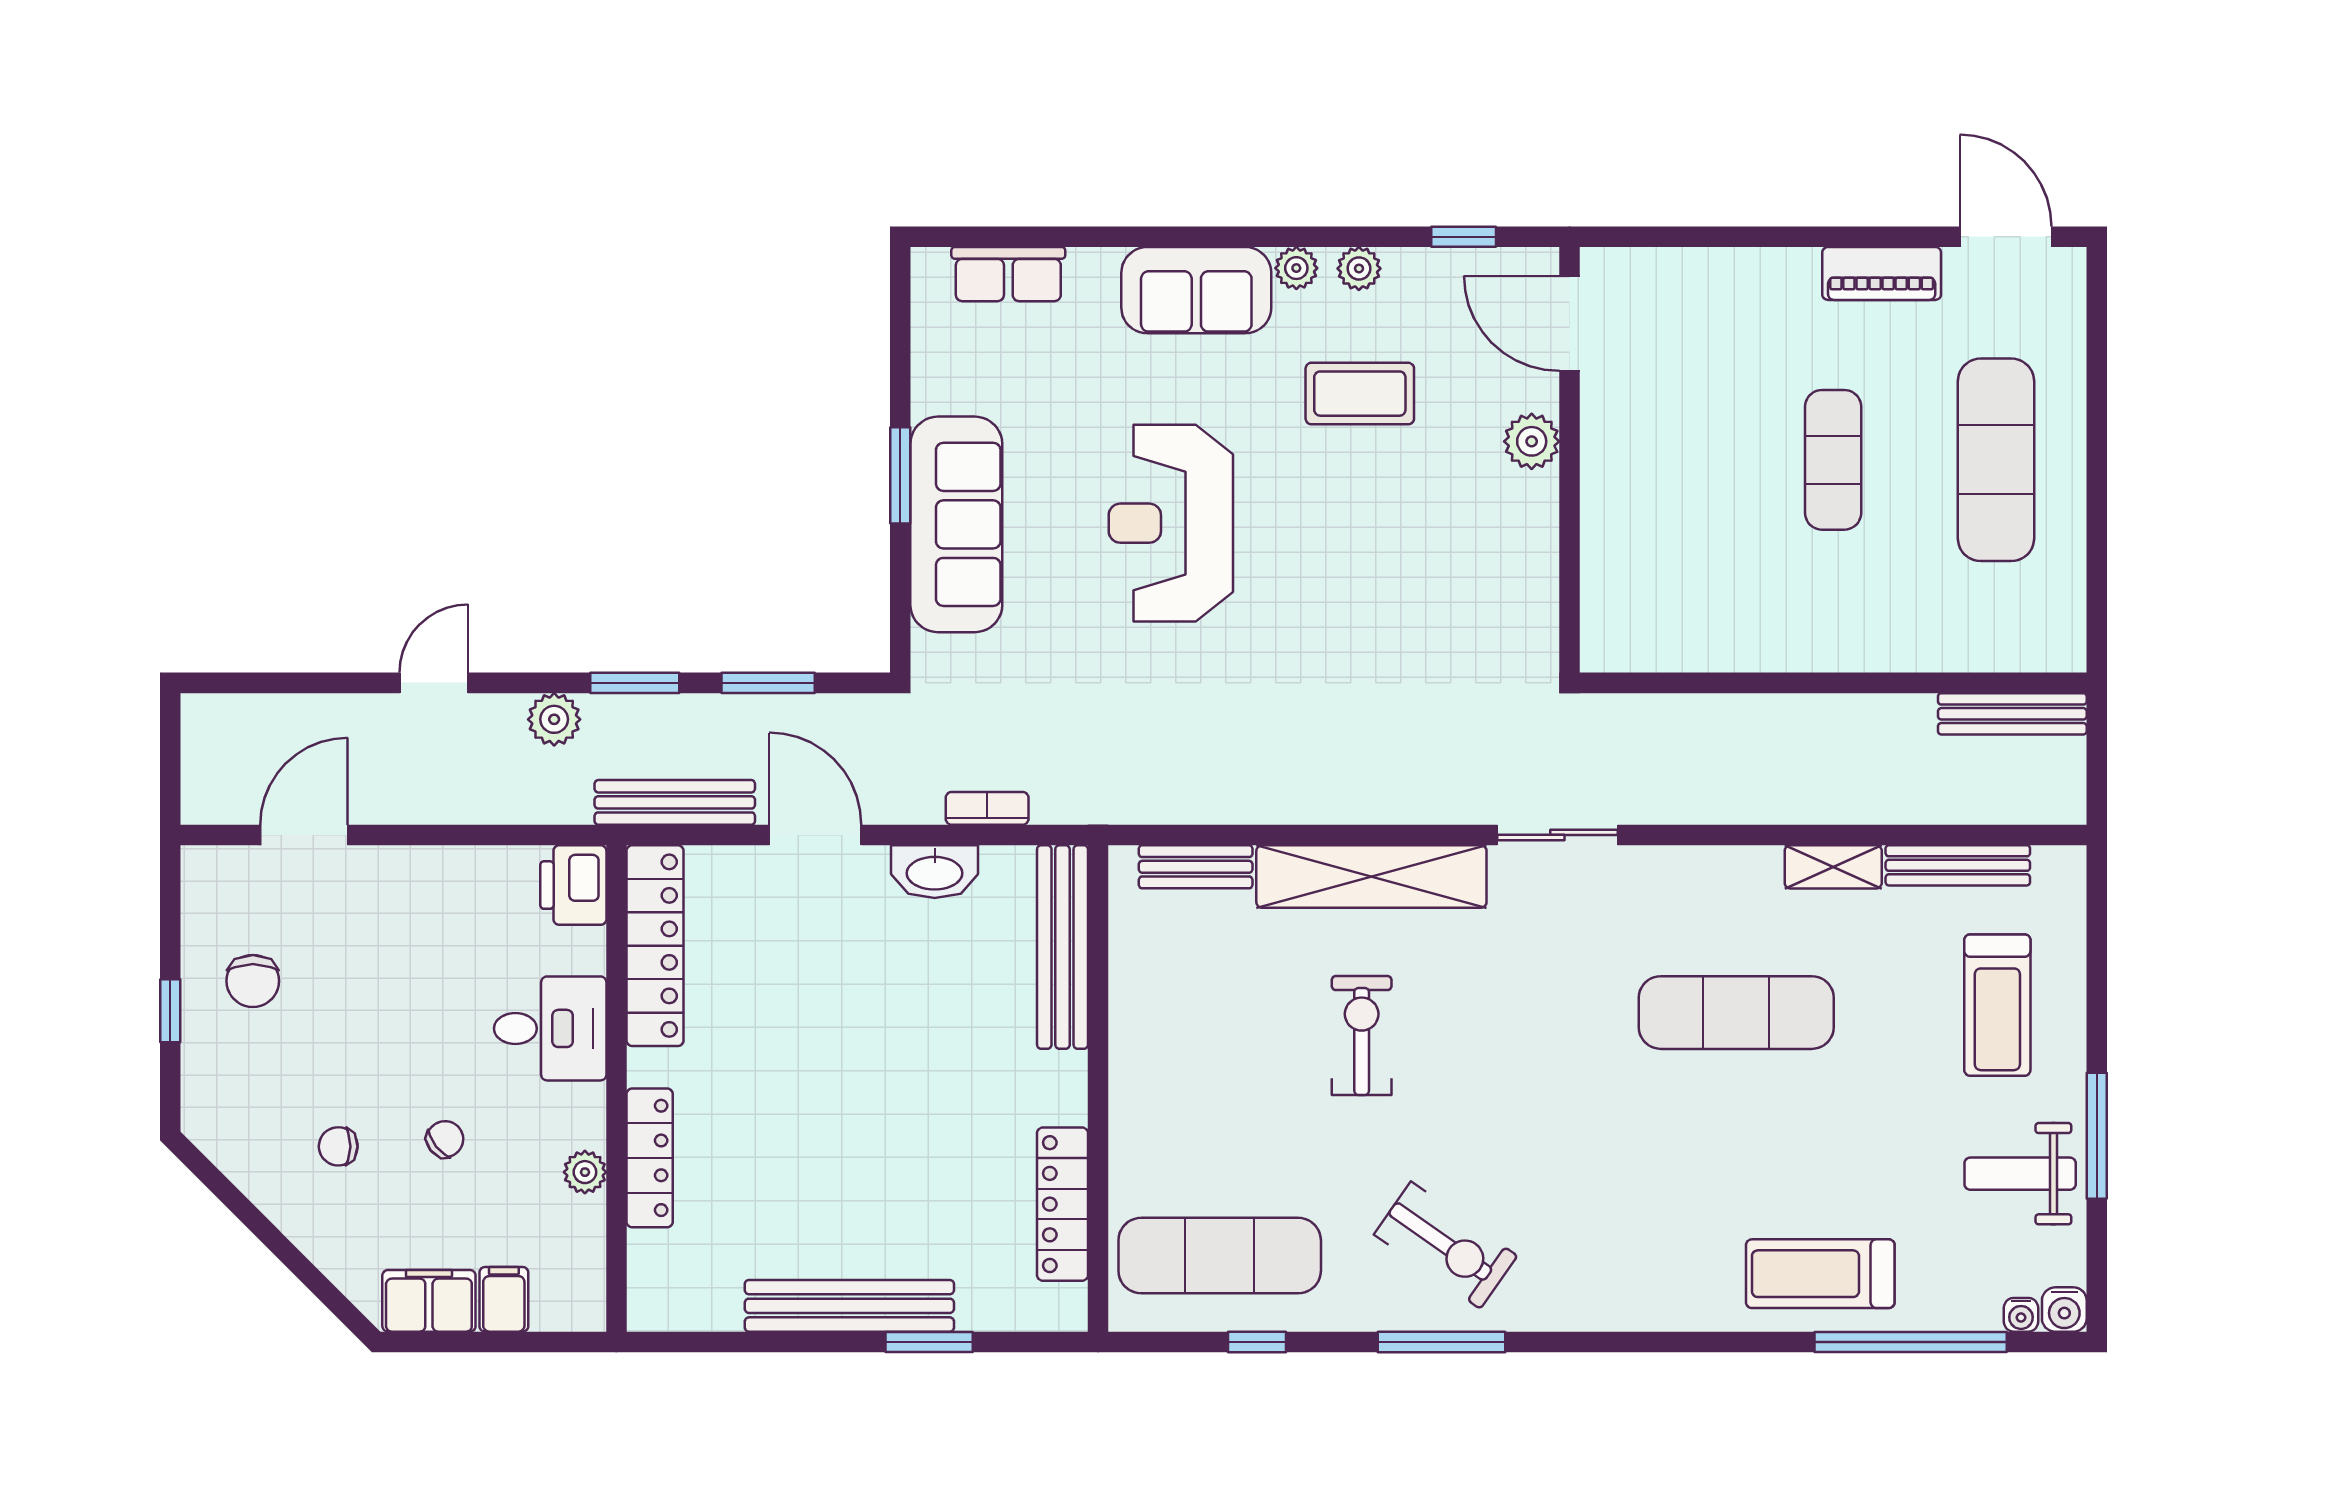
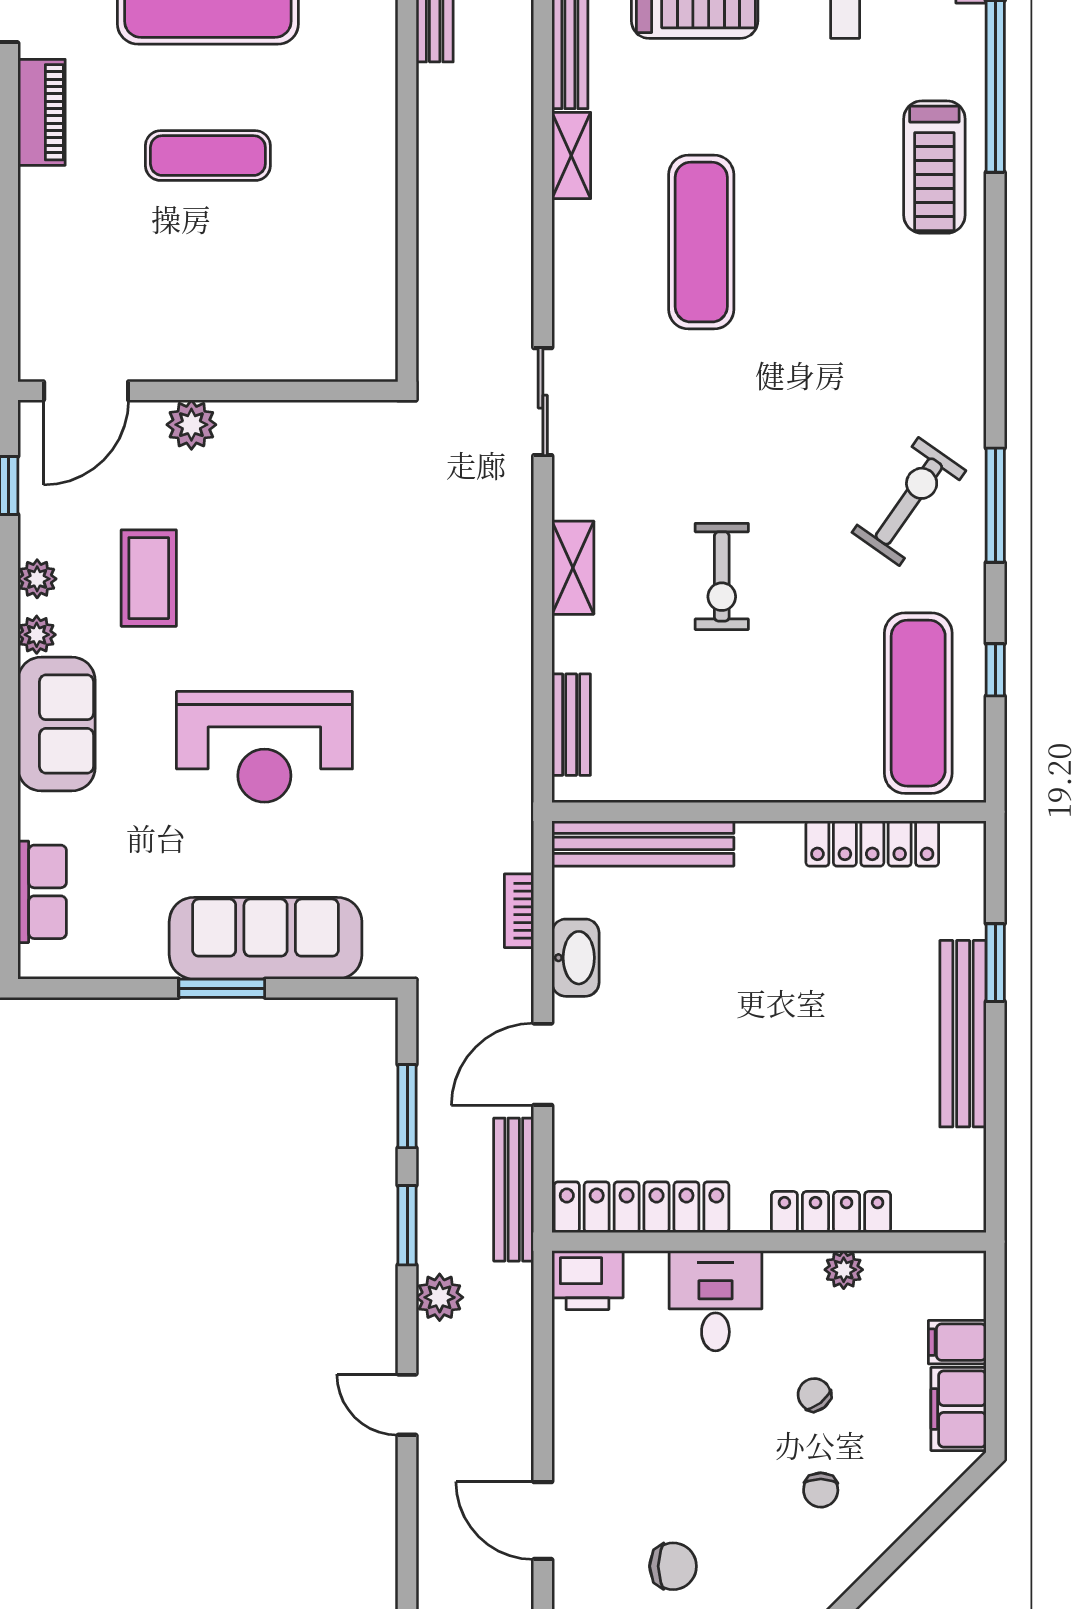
shelving: (1371, 876) -> (573, 568), width x0.45, depth x0.75
exercise bike: (1362, 1035) -> (722, 576), turned -90

